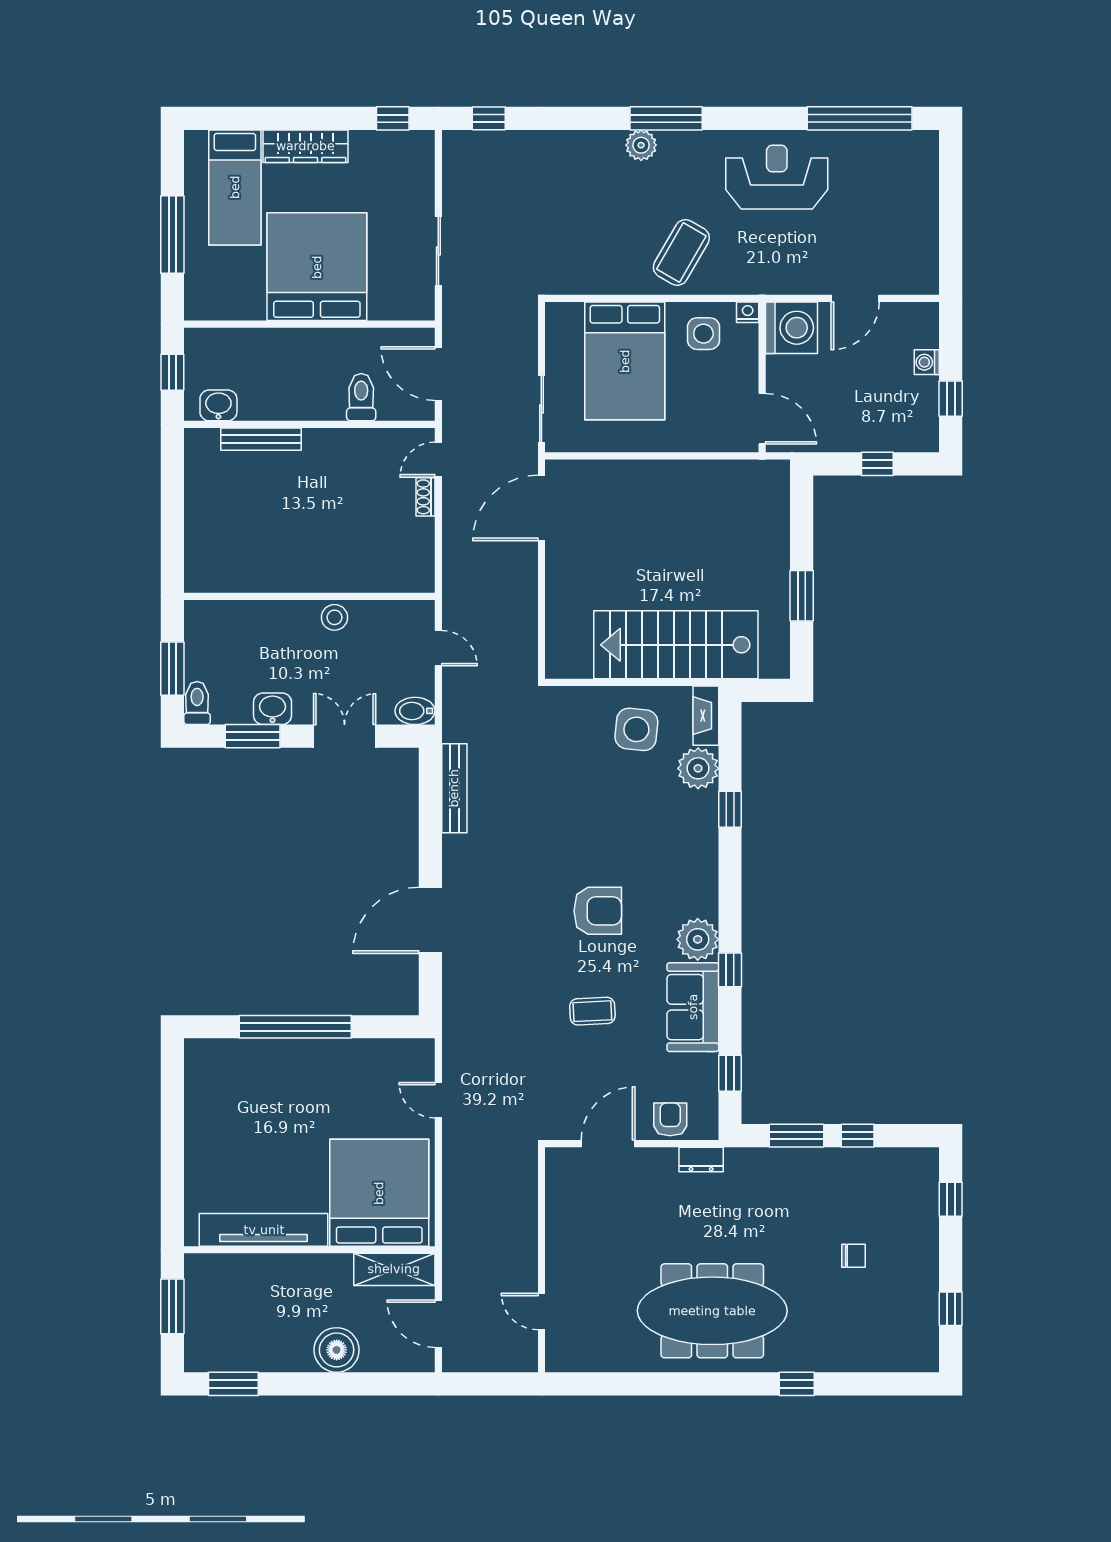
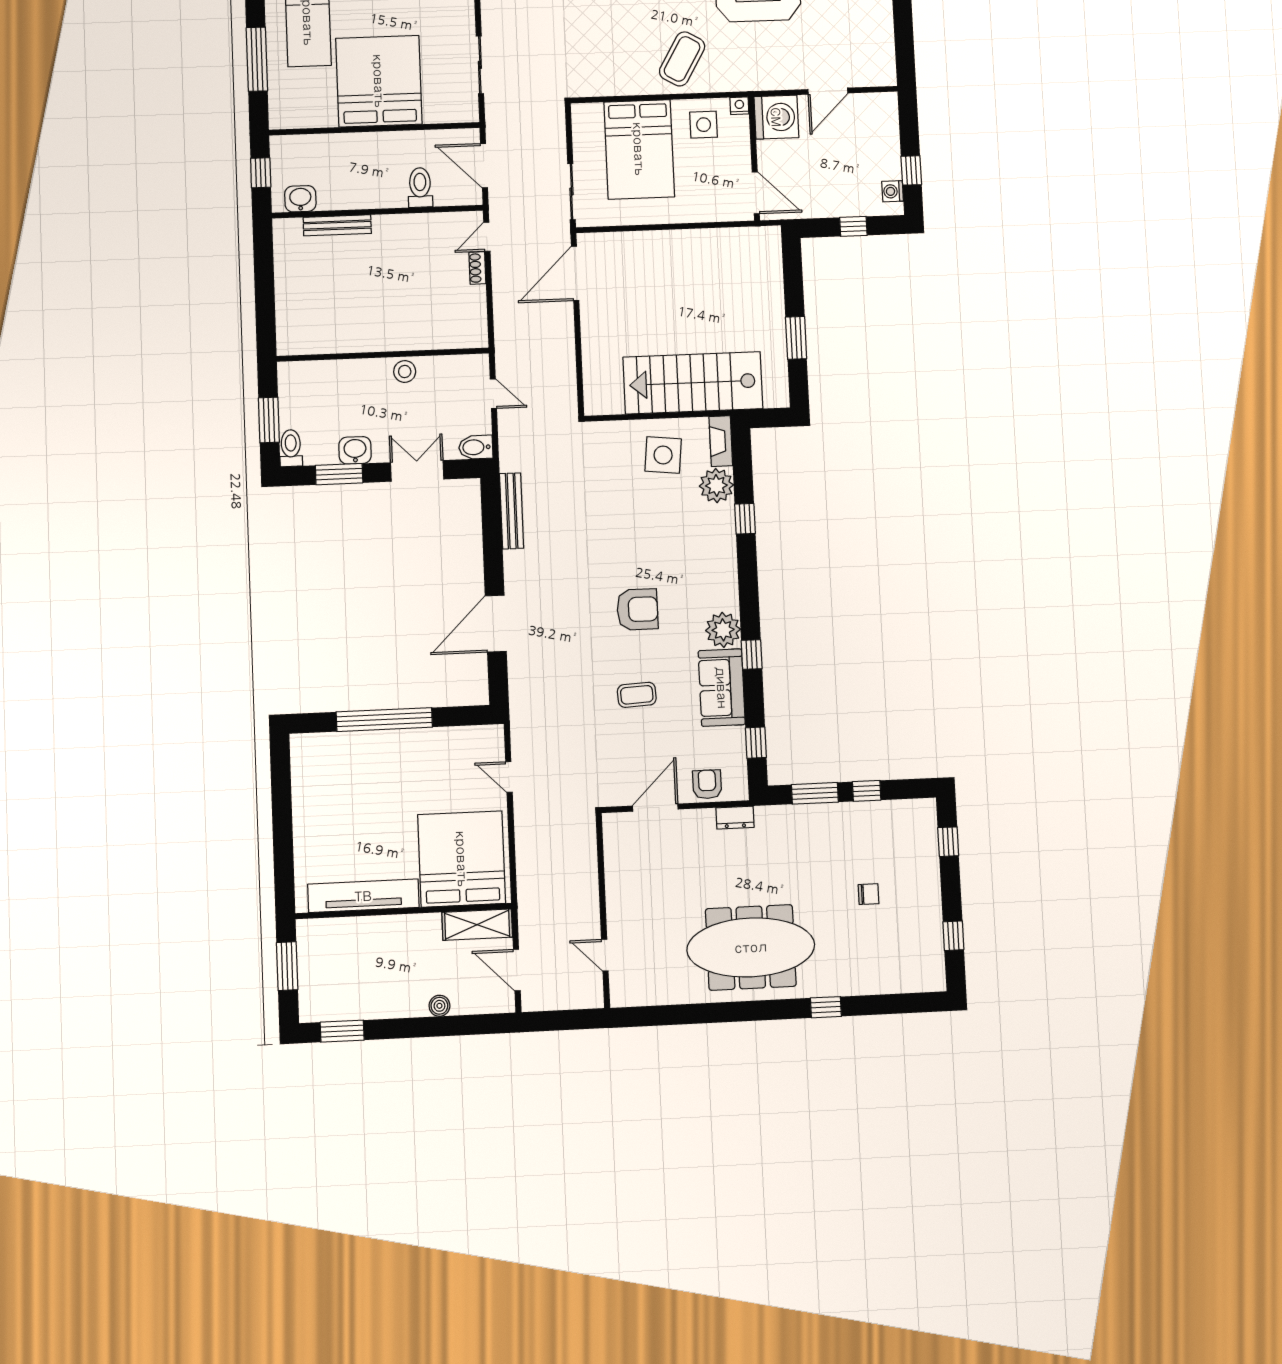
washing machine: (927, 362) -> (893, 191), moved
boiler: (337, 1350) -> (439, 1006), width x0.54, depth x0.54

